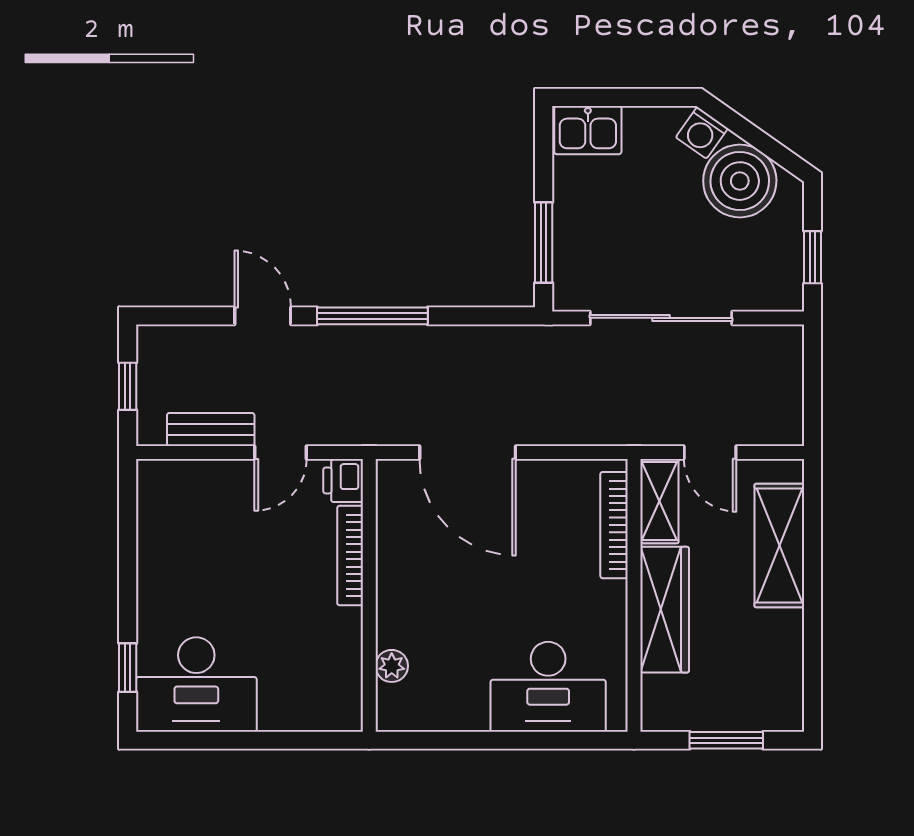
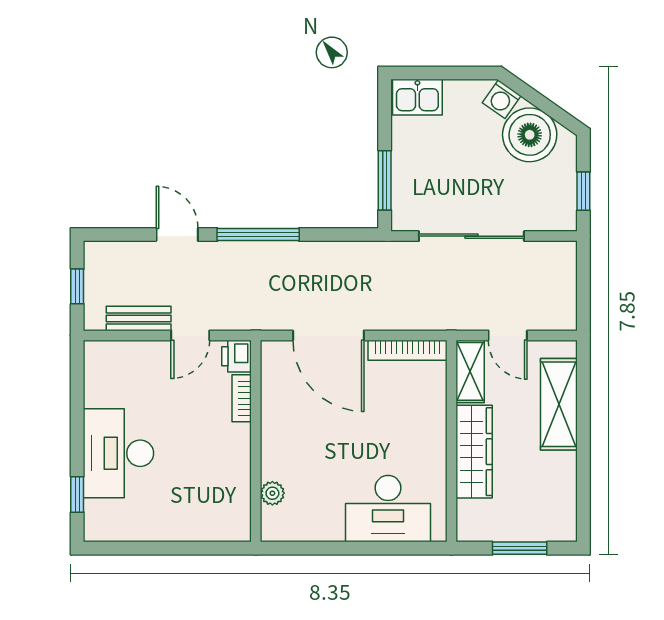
bookcase: (614, 525) -> (407, 350), moved, turned -90
bookcase: (350, 556) -> (242, 398), width x0.64
desk: (196, 685) -> (118, 453), moved, turned 90

